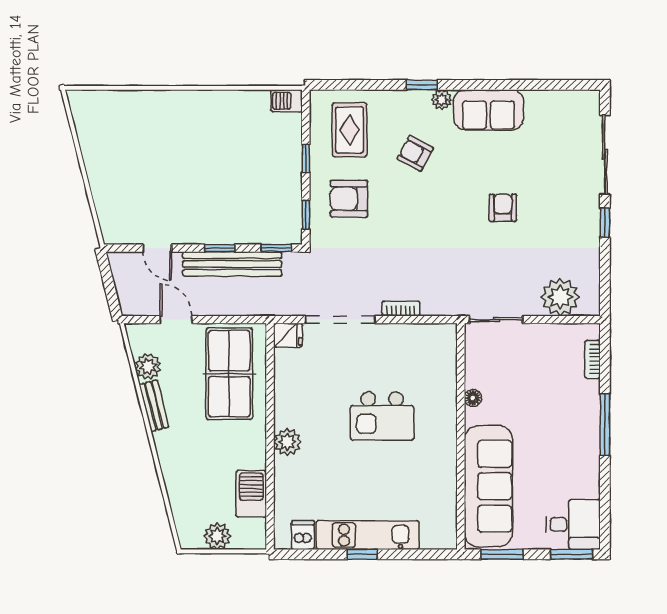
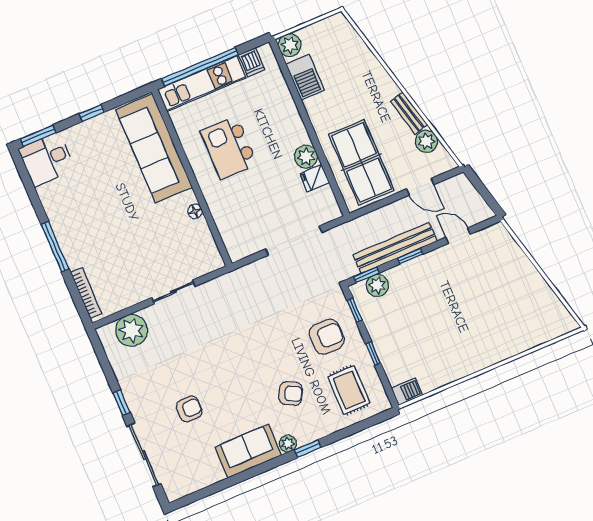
armchair: (503, 208) -> (189, 409), moved, turned -90
plant: (269, 231) -> (377, 285), added
bookcase: (401, 308) -> (251, 269), removed
fridge: (288, 335) -> (315, 178), moved
bookcase: (592, 359) -> (86, 293), width x1.56
floor lamp: (473, 398) -> (195, 211), moved
kitchen island: (382, 416) -> (229, 148), moved, turned -90
wall: (461, 436) -> (192, 178), moved
plant: (287, 442) -> (306, 157), moved
sofa: (488, 486) -> (154, 148), moved
plant: (217, 536) -> (290, 45), moved
window: (362, 554) -> (200, 67), width x3.17
window: (502, 554) -> (92, 113), width x0.67

